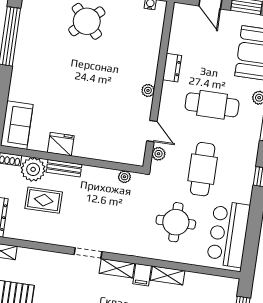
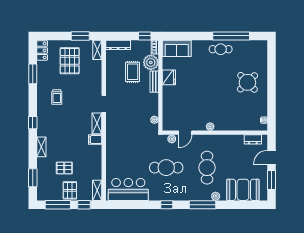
cafe table: (28, 56) -> (221, 49), added
dresser: (172, 68) -> (253, 139), moved
round table: (176, 222) -> (131, 156), removed
shelving: (168, 275) -> (97, 190), moved

